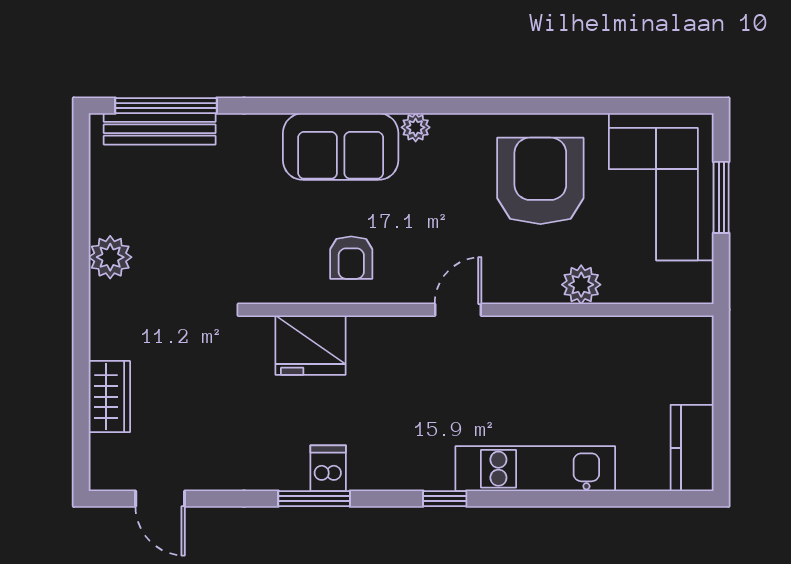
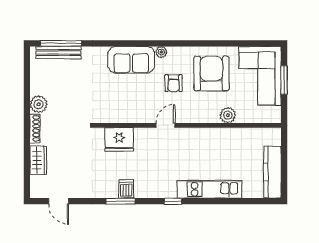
armchair: (351, 258) -> (174, 83), moved
door: (458, 310) -> (165, 125), moved
shoe rack: (101, 318) -> (35, 128), added
kitchen counter: (692, 448) -> (272, 172), width x1.50

